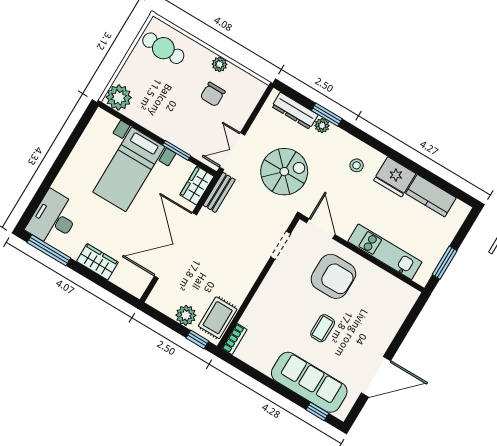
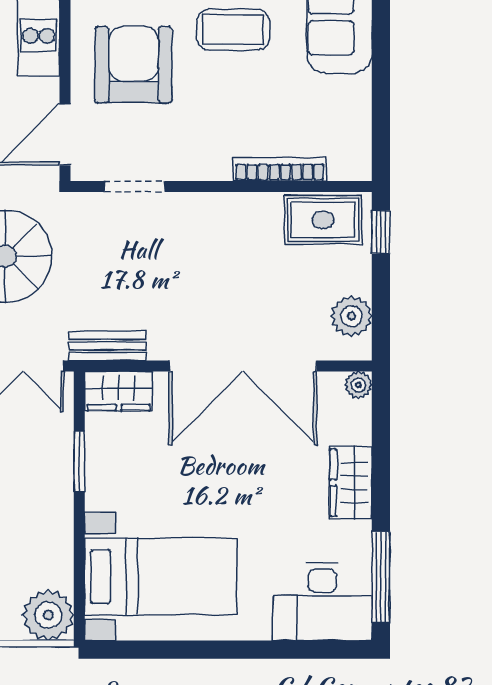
bed with nightstands: (129, 169) -> (161, 576), moved
plant: (137, 290) -> (358, 385), added
plant: (186, 315) -> (351, 316), moved
coffee table: (323, 328) -> (233, 30), width x1.36, depth x1.30
bookcase: (234, 339) -> (280, 169), moved, width x1.56

